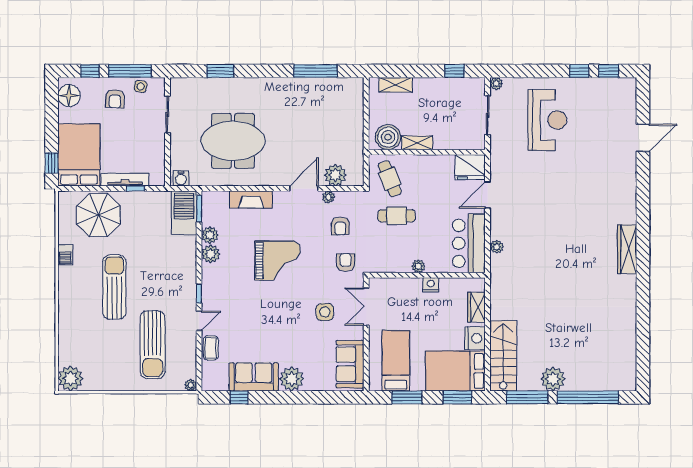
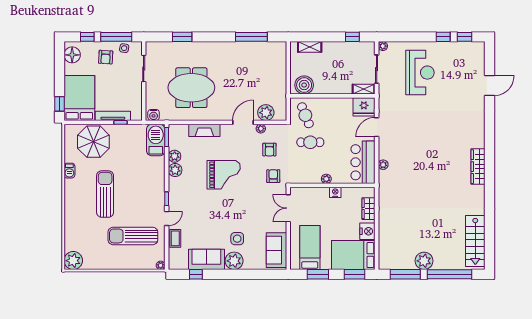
shelving: (417, 143) -> (364, 89), moved
side table: (325, 312) -> (237, 239), moved
sun lounger: (153, 345) -> (133, 236), turned 90
stairs: (503, 356) -> (475, 241), moved, turned 180

